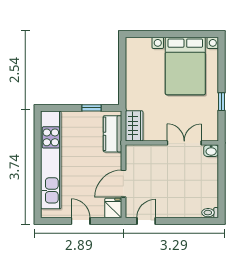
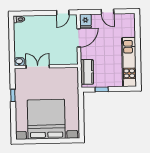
bed with nightstands: (185, 66) -> (46, 119), width x1.36
wardrobe: (134, 126) -> (72, 78), removed
double door: (184, 143) -> (38, 67), swing flipped
kitchen unit: (51, 160) -> (129, 62), width x0.73

